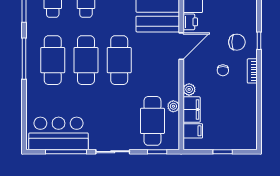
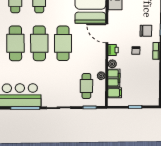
printer: (190, 22) -> (113, 50), moved
door: (181, 46) -> (107, 33), swing flipped
cafe table: (152, 121) -> (86, 86), width x0.73, depth x0.74

